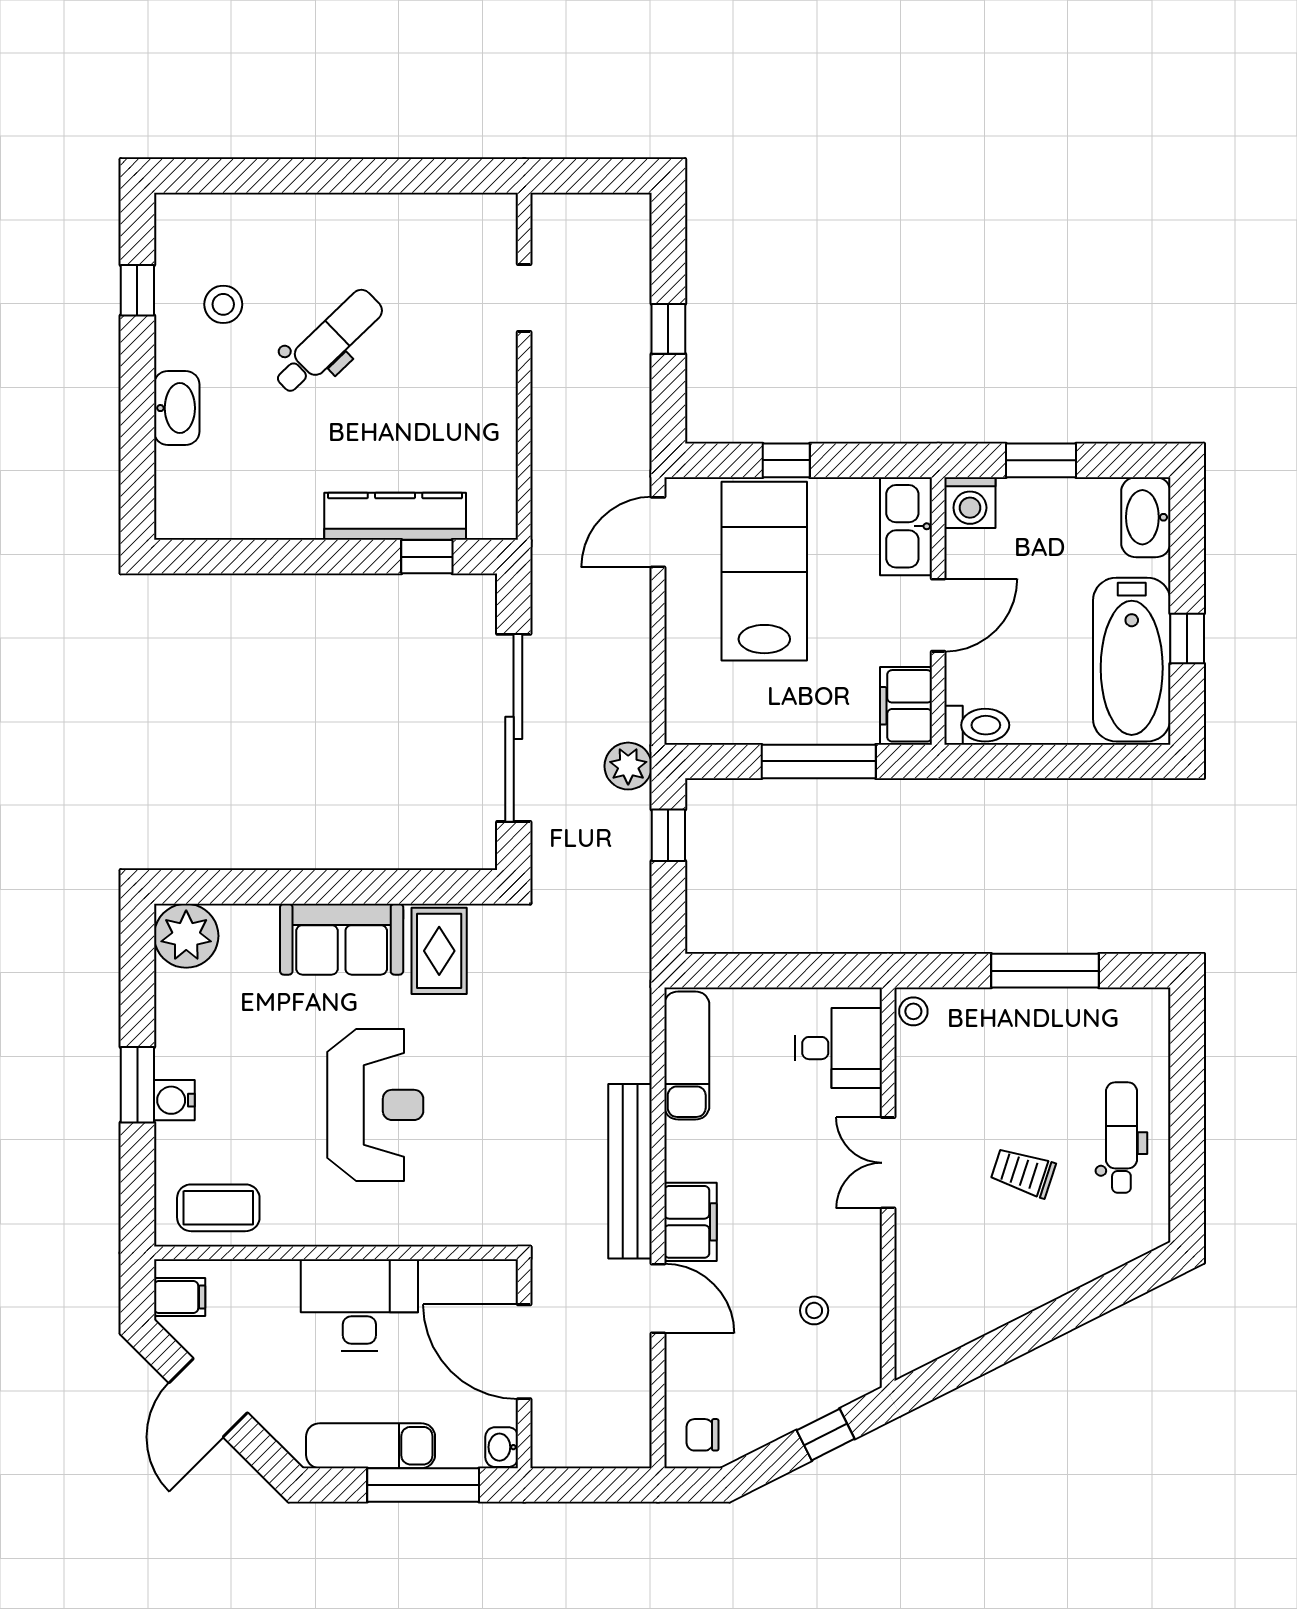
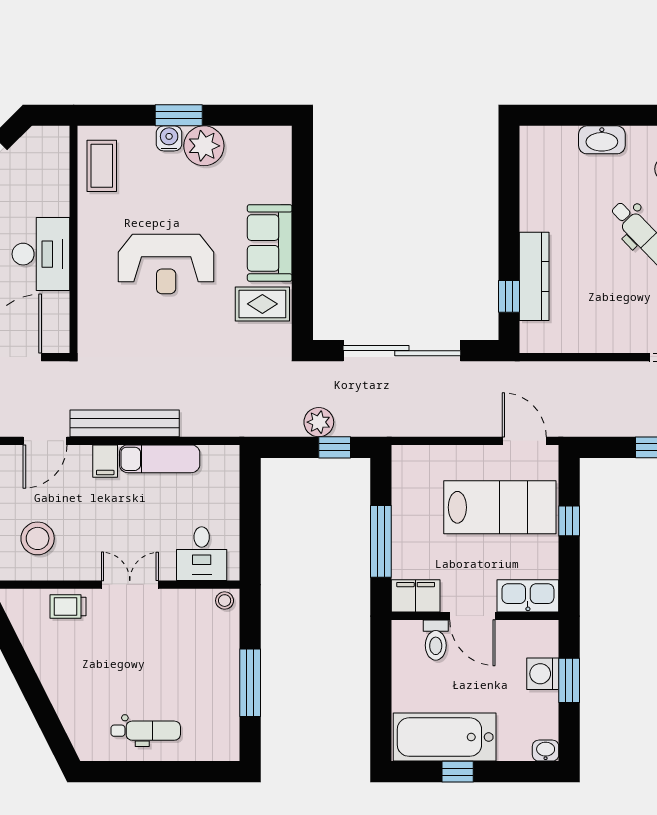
washing machine: (970, 503) -> (543, 674), moved
washbasin: (1146, 517) -> (546, 751), width x0.52, depth x0.69
toilet: (977, 725) -> (436, 640), moved
plant: (628, 766) -> (319, 422), moved
plant: (186, 936) -> (204, 146), moved
exam couch: (687, 1055) -> (160, 459), moved
trolley: (1023, 1172) -> (68, 606), moved, turned -108
filing cabinet: (690, 1222) -> (105, 461), width x0.50
filing cabinet: (180, 1297) -> (46, 142), removed
stool: (814, 1310) -> (38, 538), width x1.89, depth x1.89

